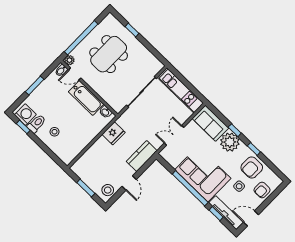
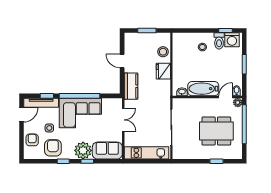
dining table: (109, 54) -> (216, 131), turned 90
fridge: (113, 133) -> (163, 71), moved
stool: (108, 190) -> (163, 52), moved

